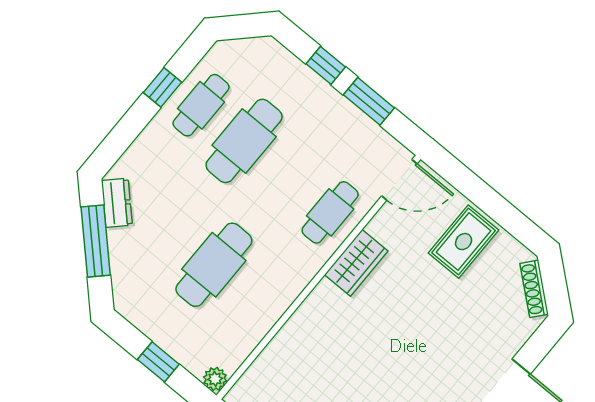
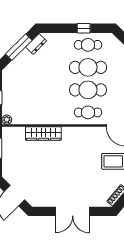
wardrobe: (356, 263) -> (43, 134), moved, width x1.50
cafe table: (214, 265) -> (88, 90), moved

